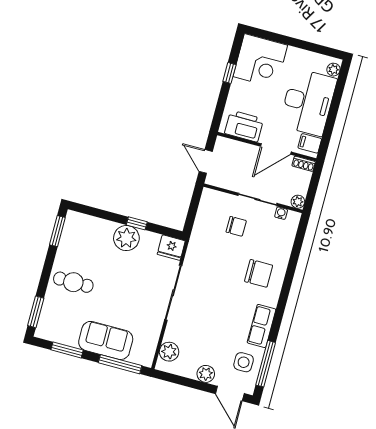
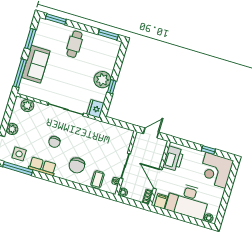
chair: (236, 226) -> (54, 142), moved
coffee table: (279, 241) -> (97, 180), added

